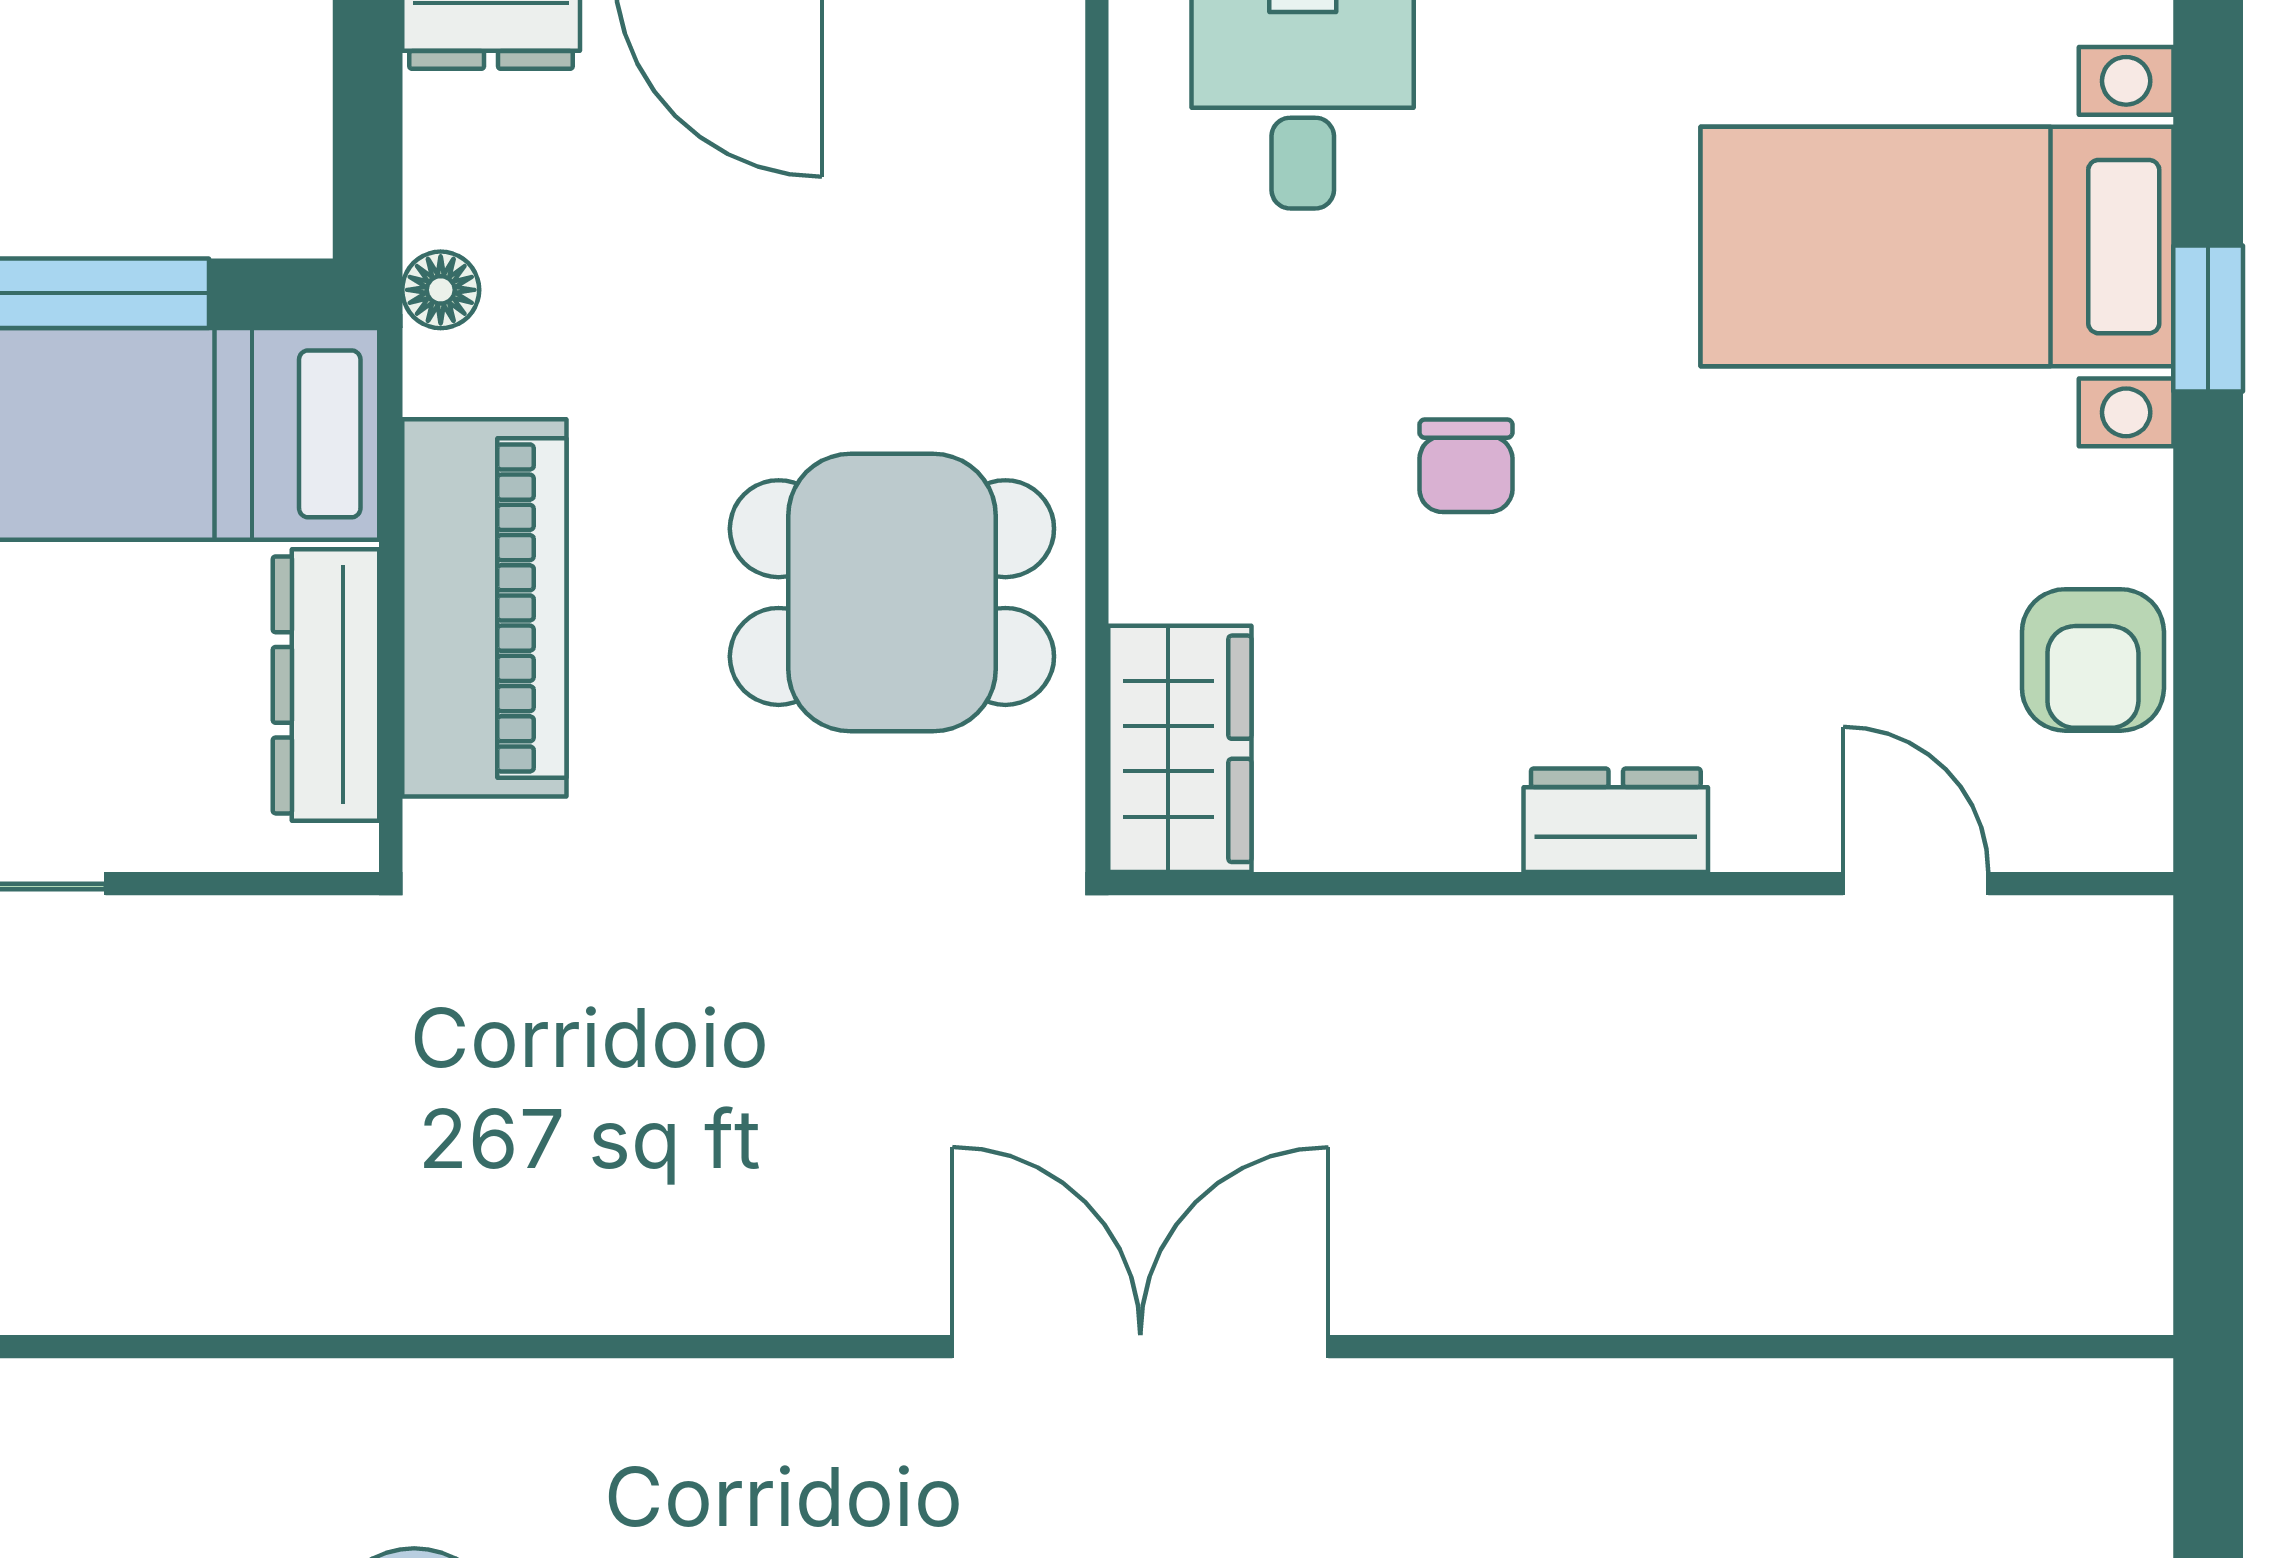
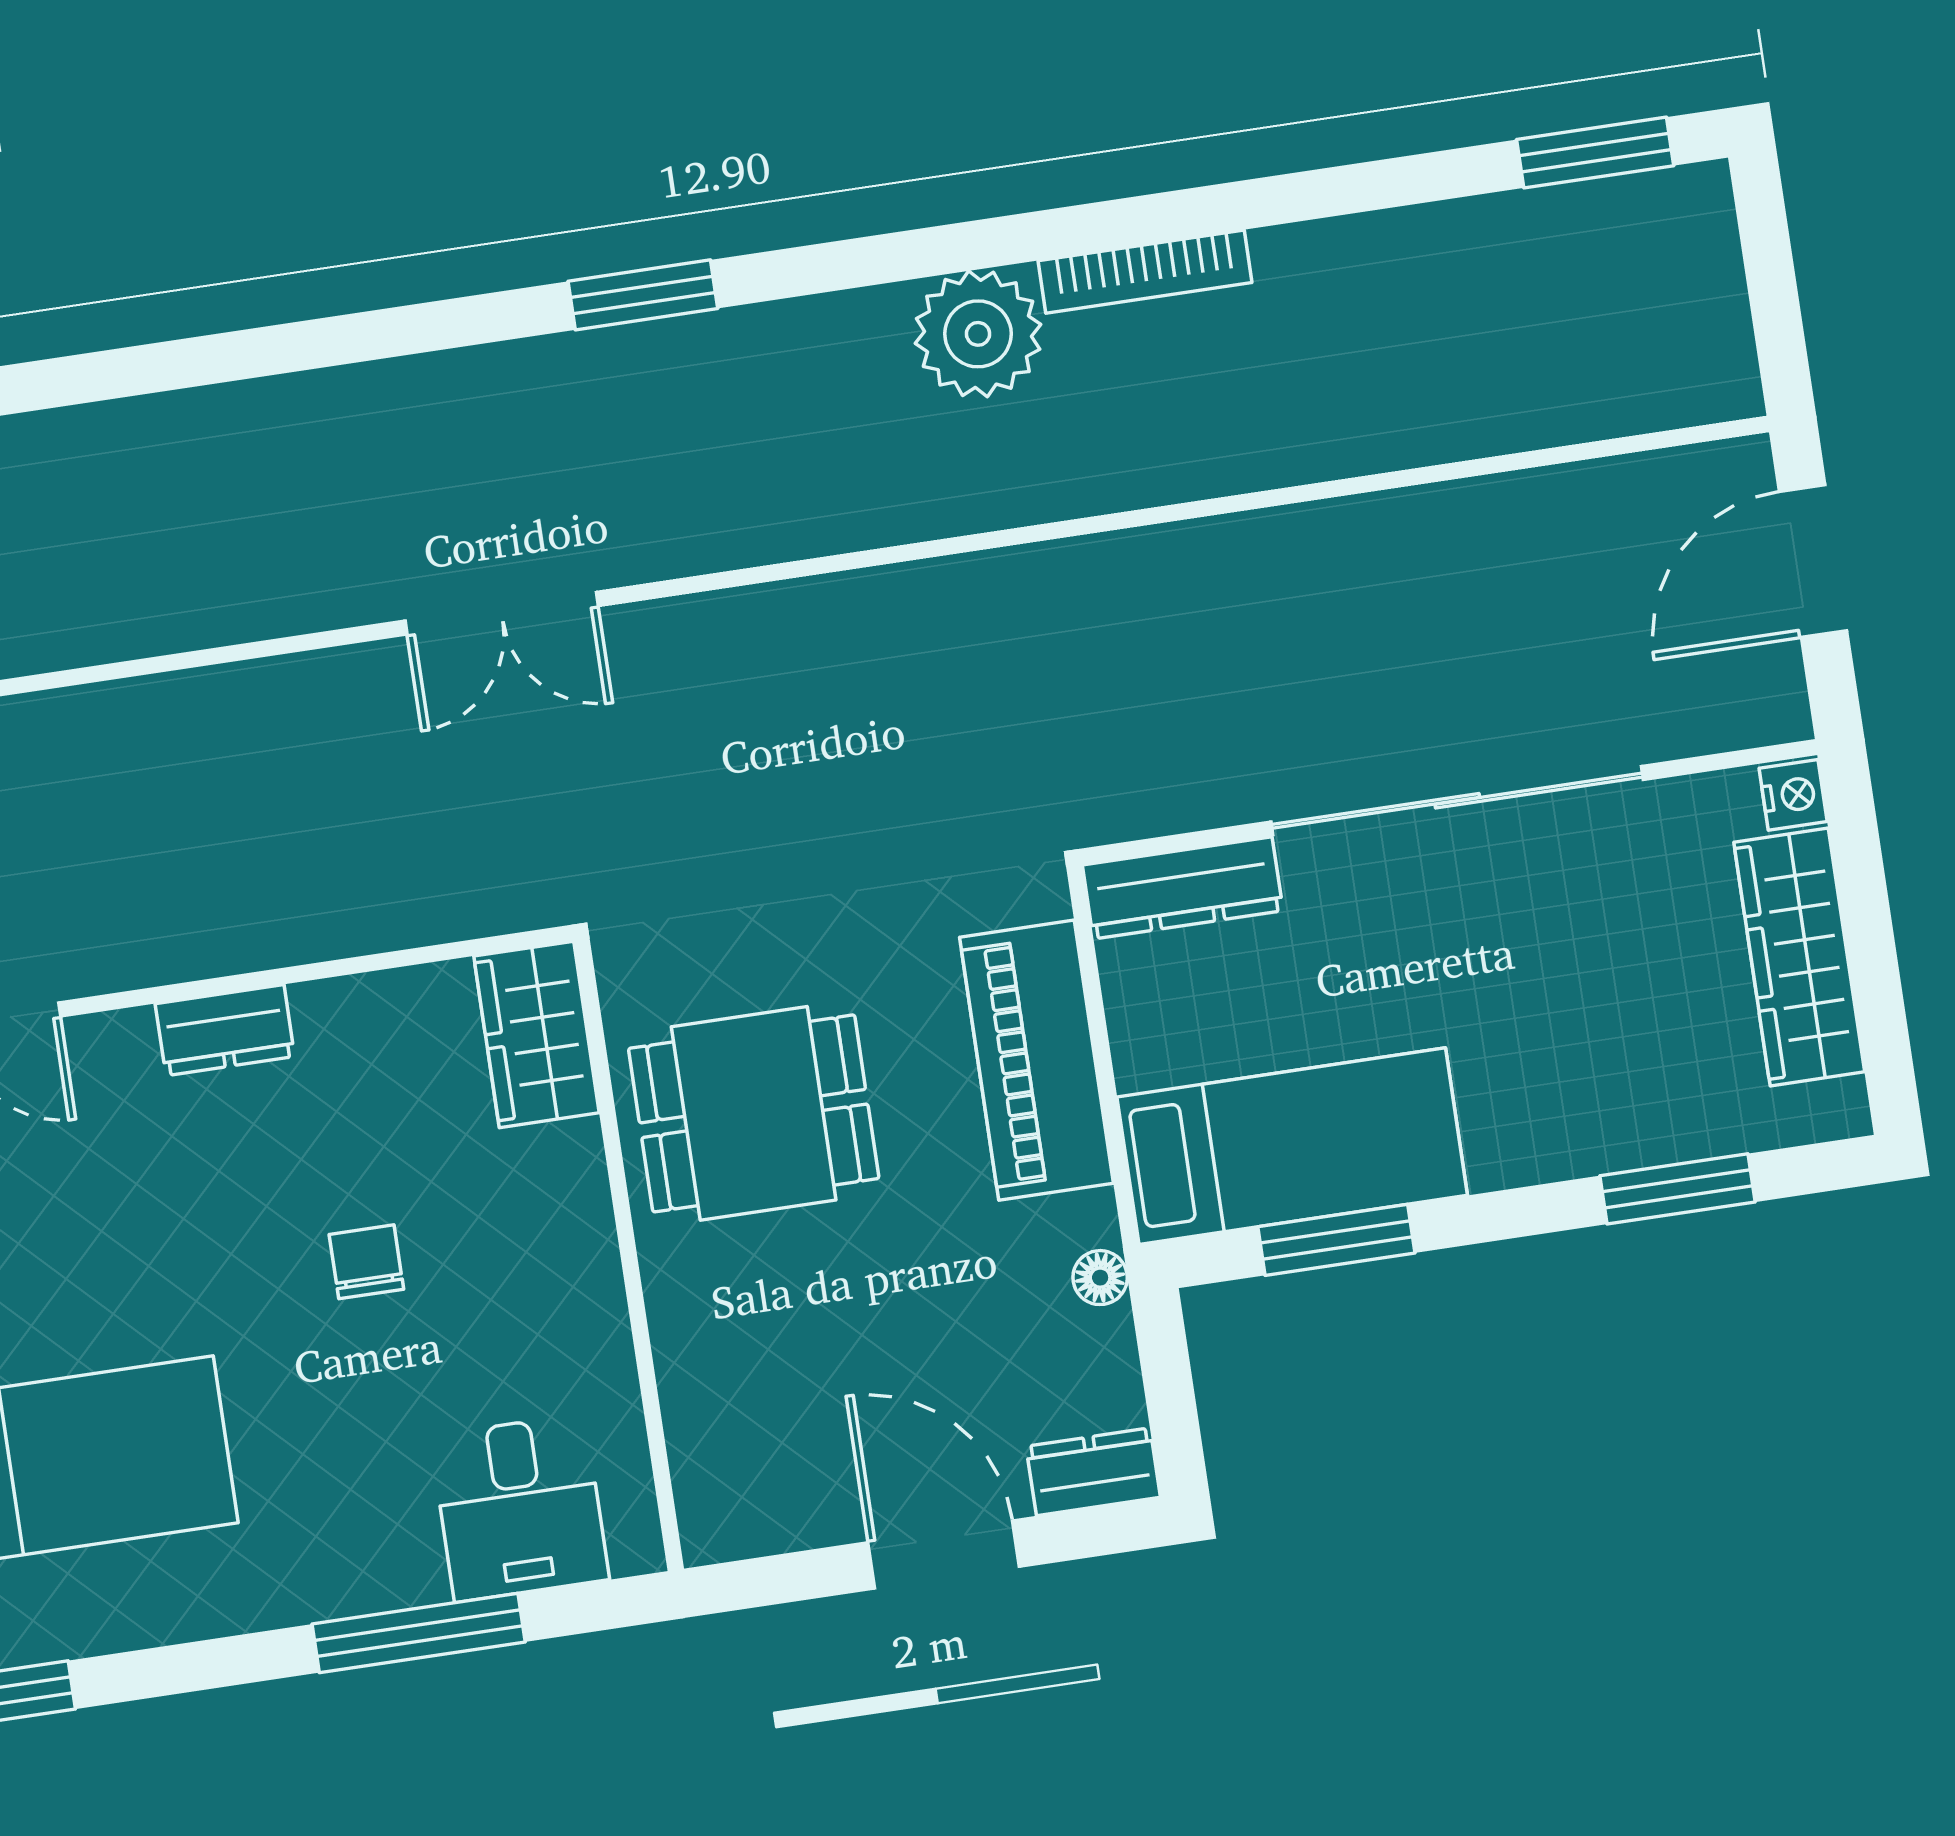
dresser: (326, 685) -> (1183, 888), moved, turned 90
double door: (1140, 1347) -> (502, 613), width x0.73

